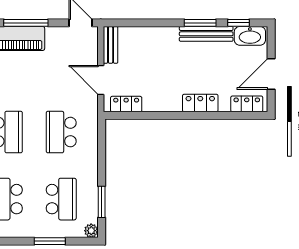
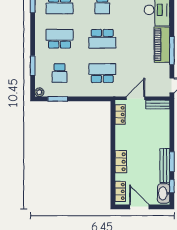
school desk: (61, 199) -> (60, 73), width x0.54

